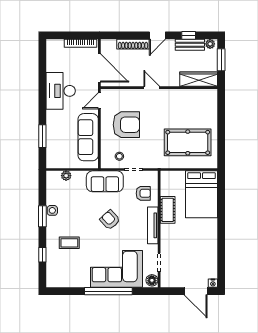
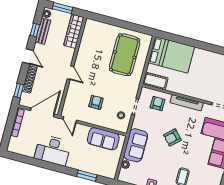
window: (117, 35) -> (19, 91), added
door: (152, 88) -> (70, 73), swing flipped
armchair: (126, 125) -> (96, 102), width x0.53, depth x0.53
sofa: (88, 137) -> (103, 139), width x0.73
sofa: (105, 181) -> (136, 145), moved
cot: (168, 210) -> (155, 81), moved

